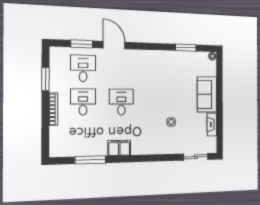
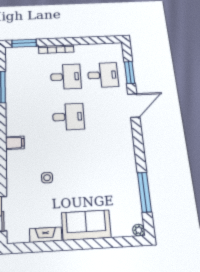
window: (186, 48) -> (144, 192), width x1.44
window: (45, 79) -> (24, 43), moved
filing cabinet: (119, 148) -> (15, 143), moved, width x0.50

